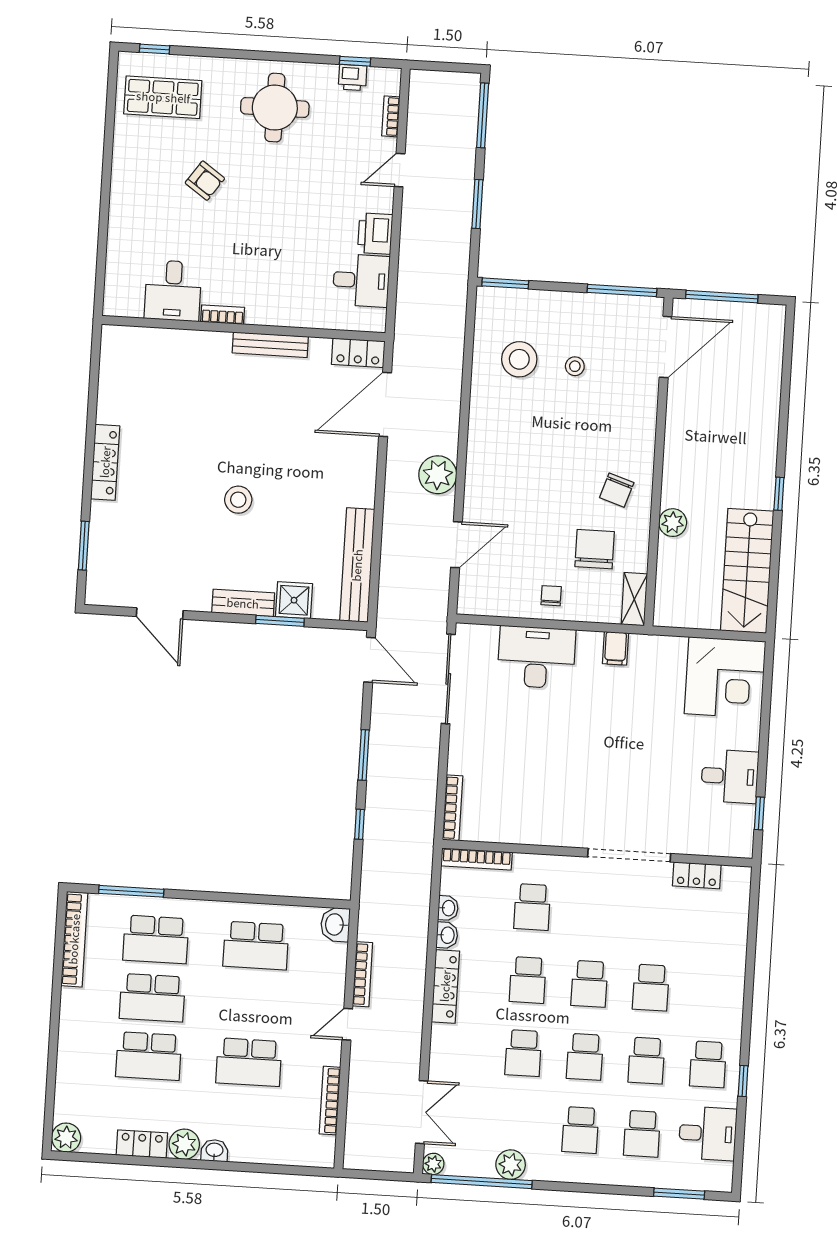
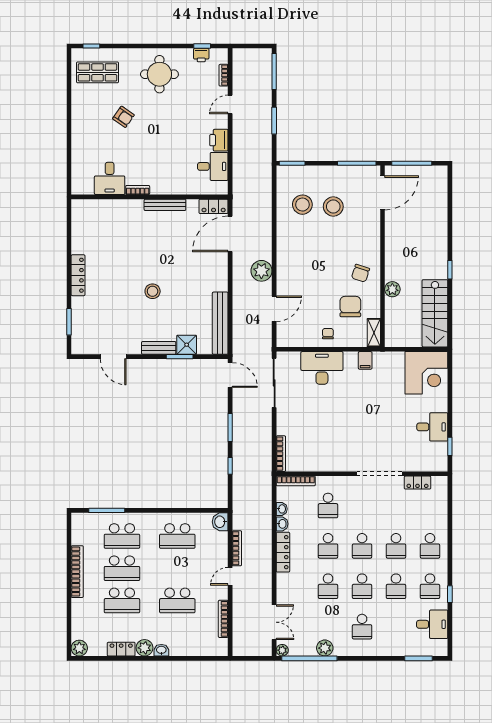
stool: (575, 366) -> (333, 206), width x1.89, depth x1.89
bookcase: (74, 939) -> (77, 572), moved
school desk: (642, 1134) -> (430, 546), moved

